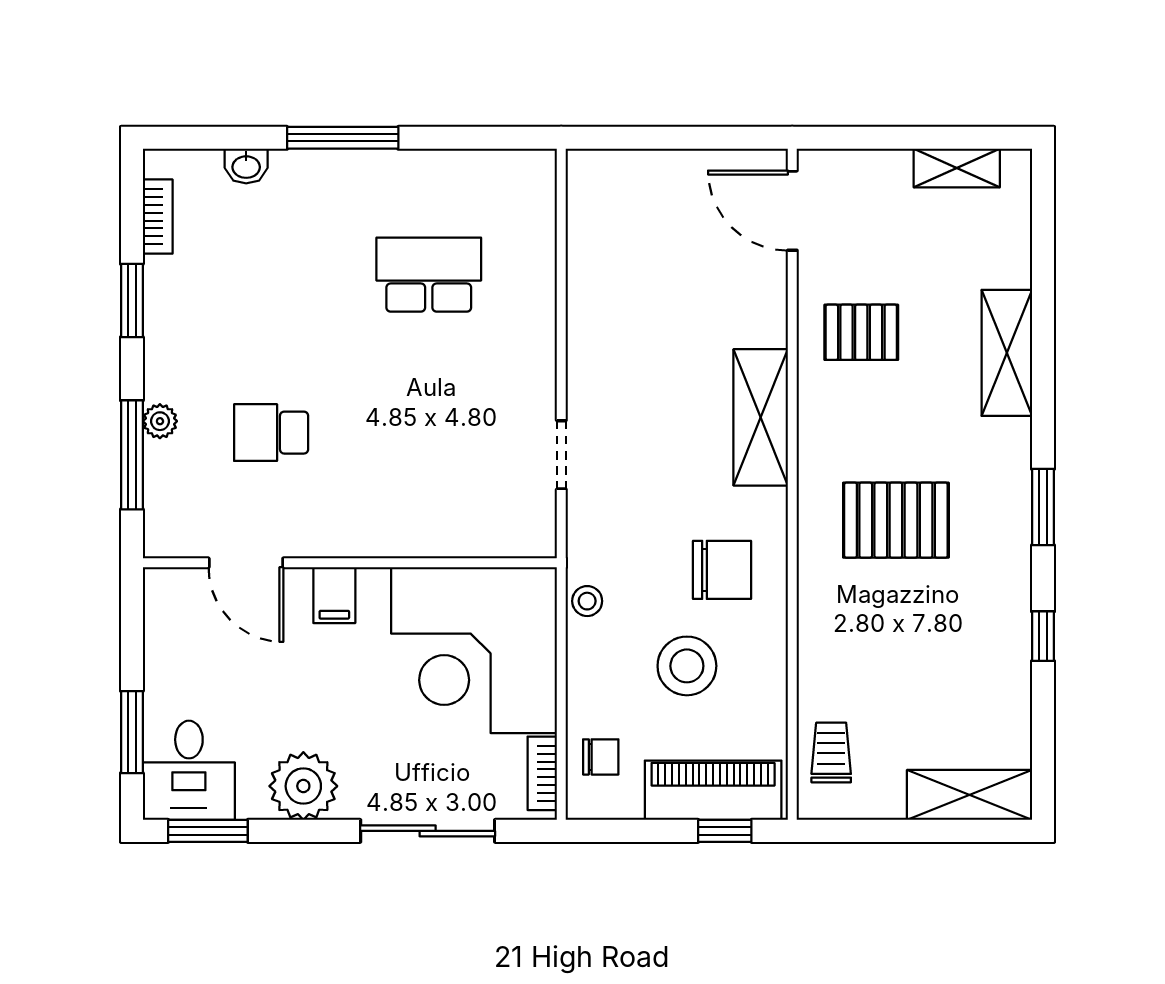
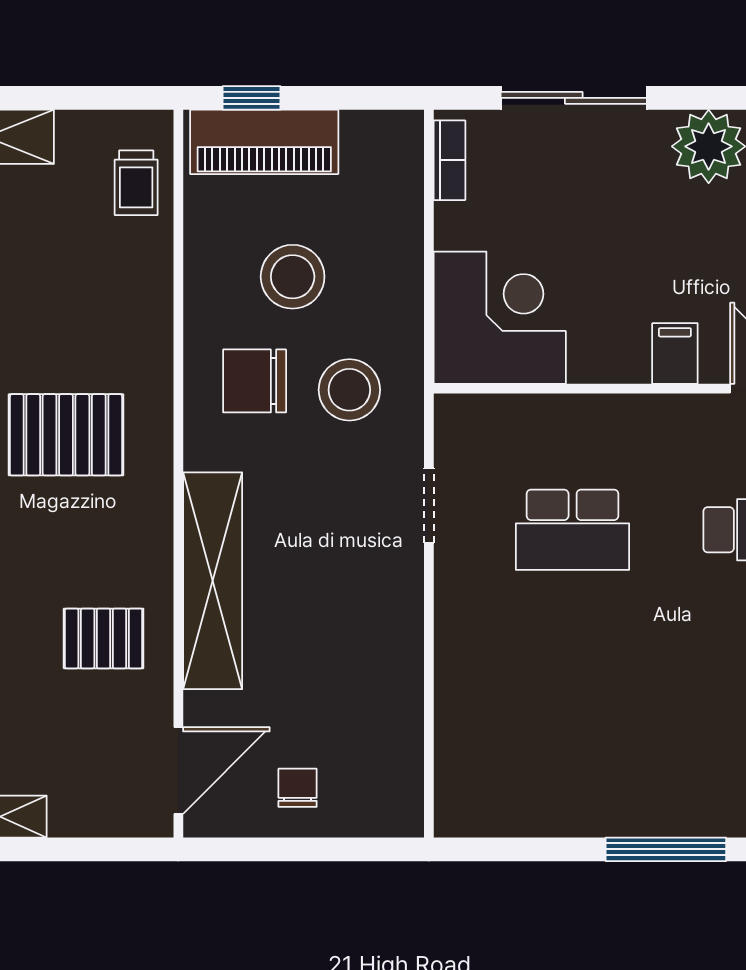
door: (792, 211) -> (178, 770), hinge flipped
school desk: (429, 275) -> (573, 530), moved
shelving: (761, 417) -> (213, 581), width x1.47
stool: (587, 601) -> (349, 390), moved, width x1.89, depth x1.89
corner desk: (474, 650) -> (500, 318), width x0.74, depth x0.74
chair: (601, 757) -> (298, 788), moved, turned 90

